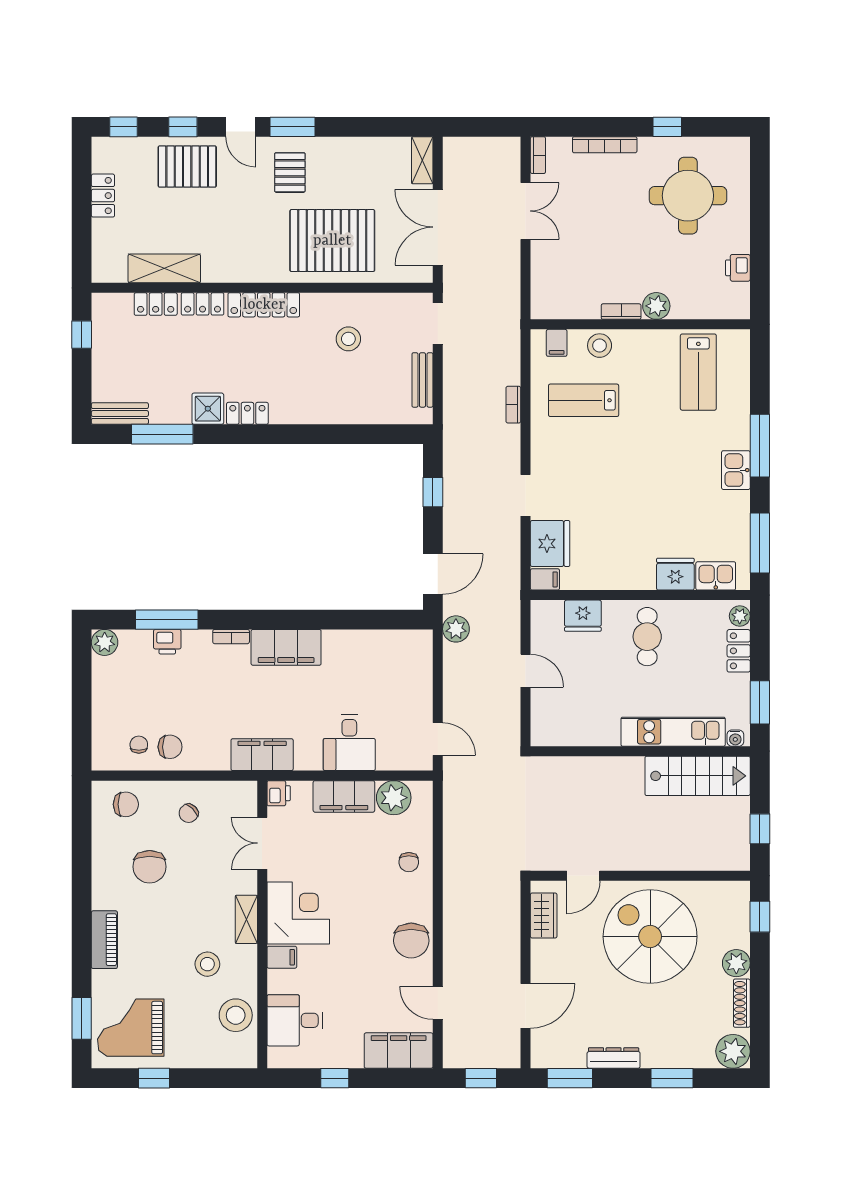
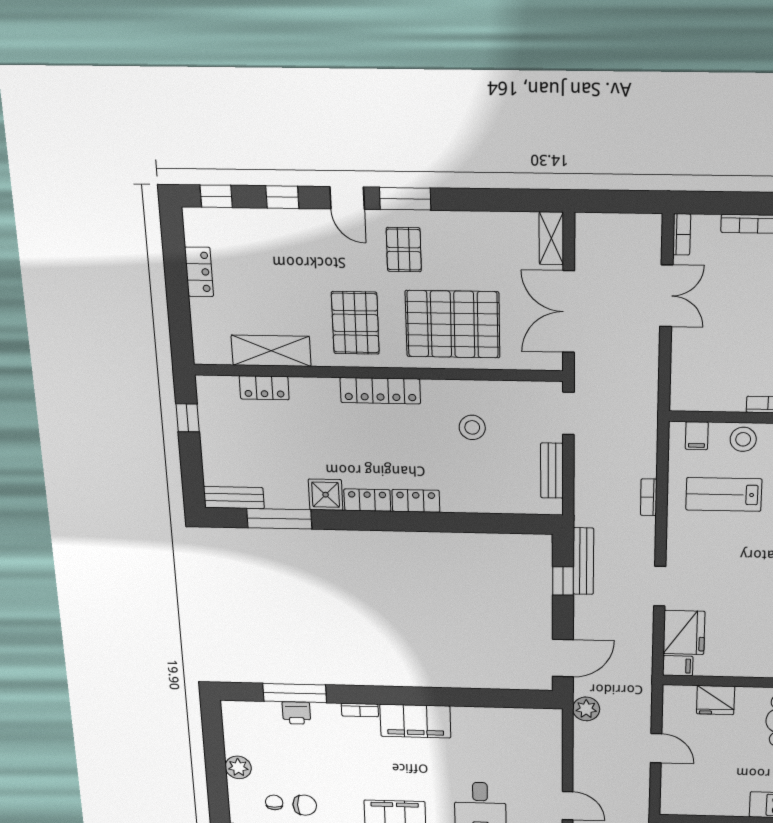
pallet: (187, 167) -> (355, 323), moved, turned 90
locker: (203, 304) -> (416, 501), moved, turned 180
bench: (452, 471) -> (583, 561), added
plant: (105, 642) -> (238, 767), moved

